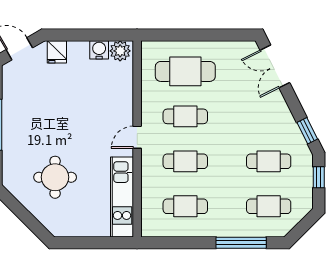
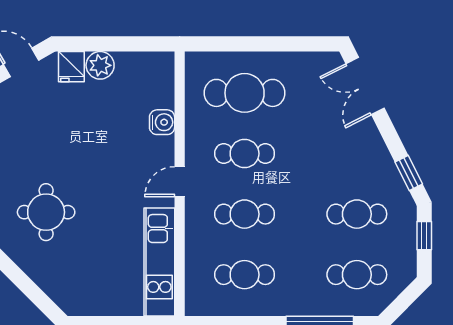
water cooler: (99, 50) -> (162, 122), moved, turned 90
plant: (120, 51) -> (100, 65), moved
round table: (55, 177) -> (46, 212), moved

